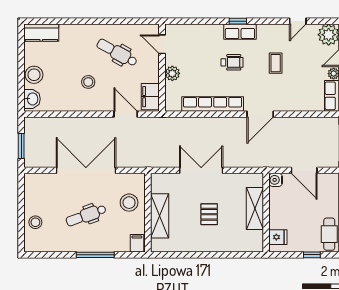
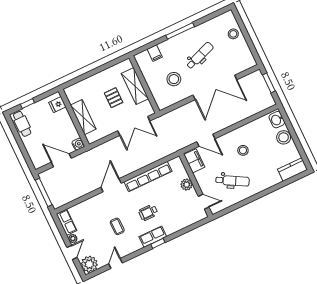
wall: (148, 213) -> (144, 84), moved
shelving: (160, 216) -> (135, 86), moved

